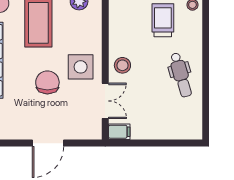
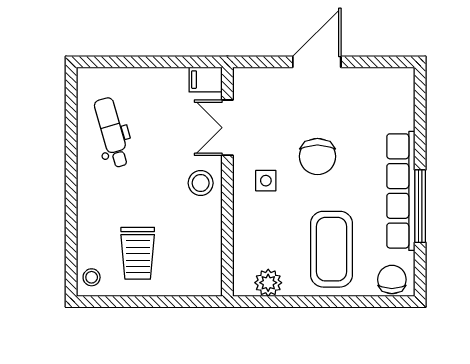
side table: (81, 67) -> (266, 181), width x0.54, depth x0.54
dental chair: (181, 75) -> (112, 133), moved

